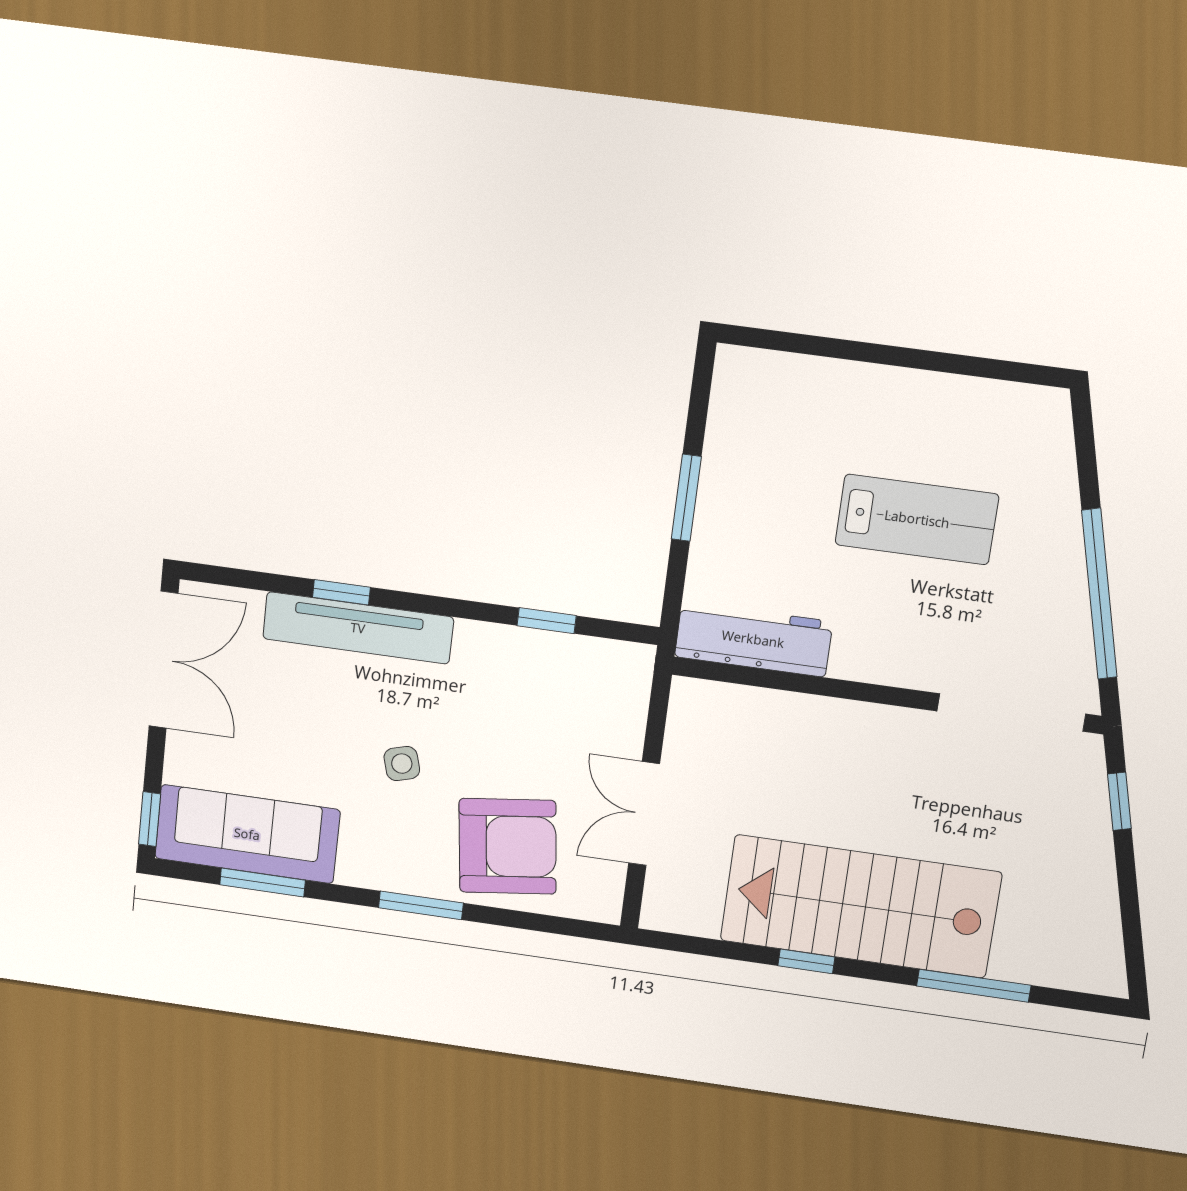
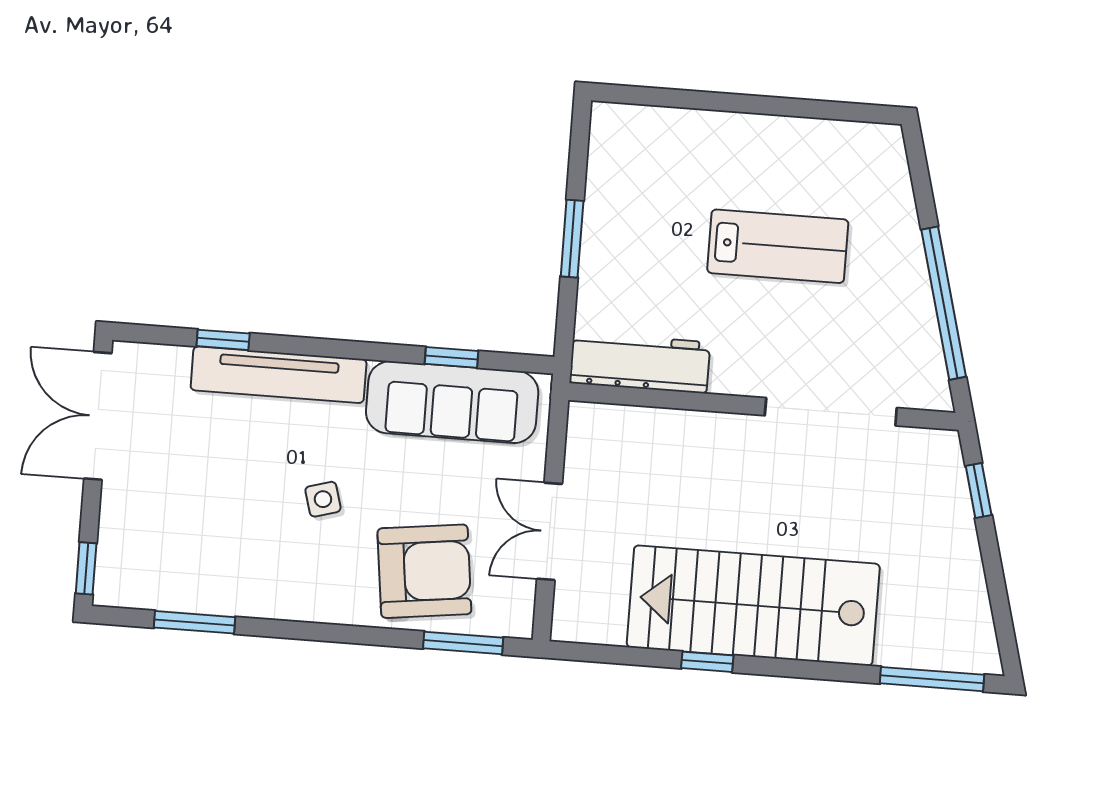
window: (341, 592) -> (223, 340), moved
double door: (164, 660) -> (98, 416), swing flipped
doorway: (1011, 712) -> (831, 412), moved
sofa: (247, 834) -> (452, 402), moved, turned 180
window: (421, 905) -> (463, 643), moved
window: (974, 986) -> (932, 679), moved

